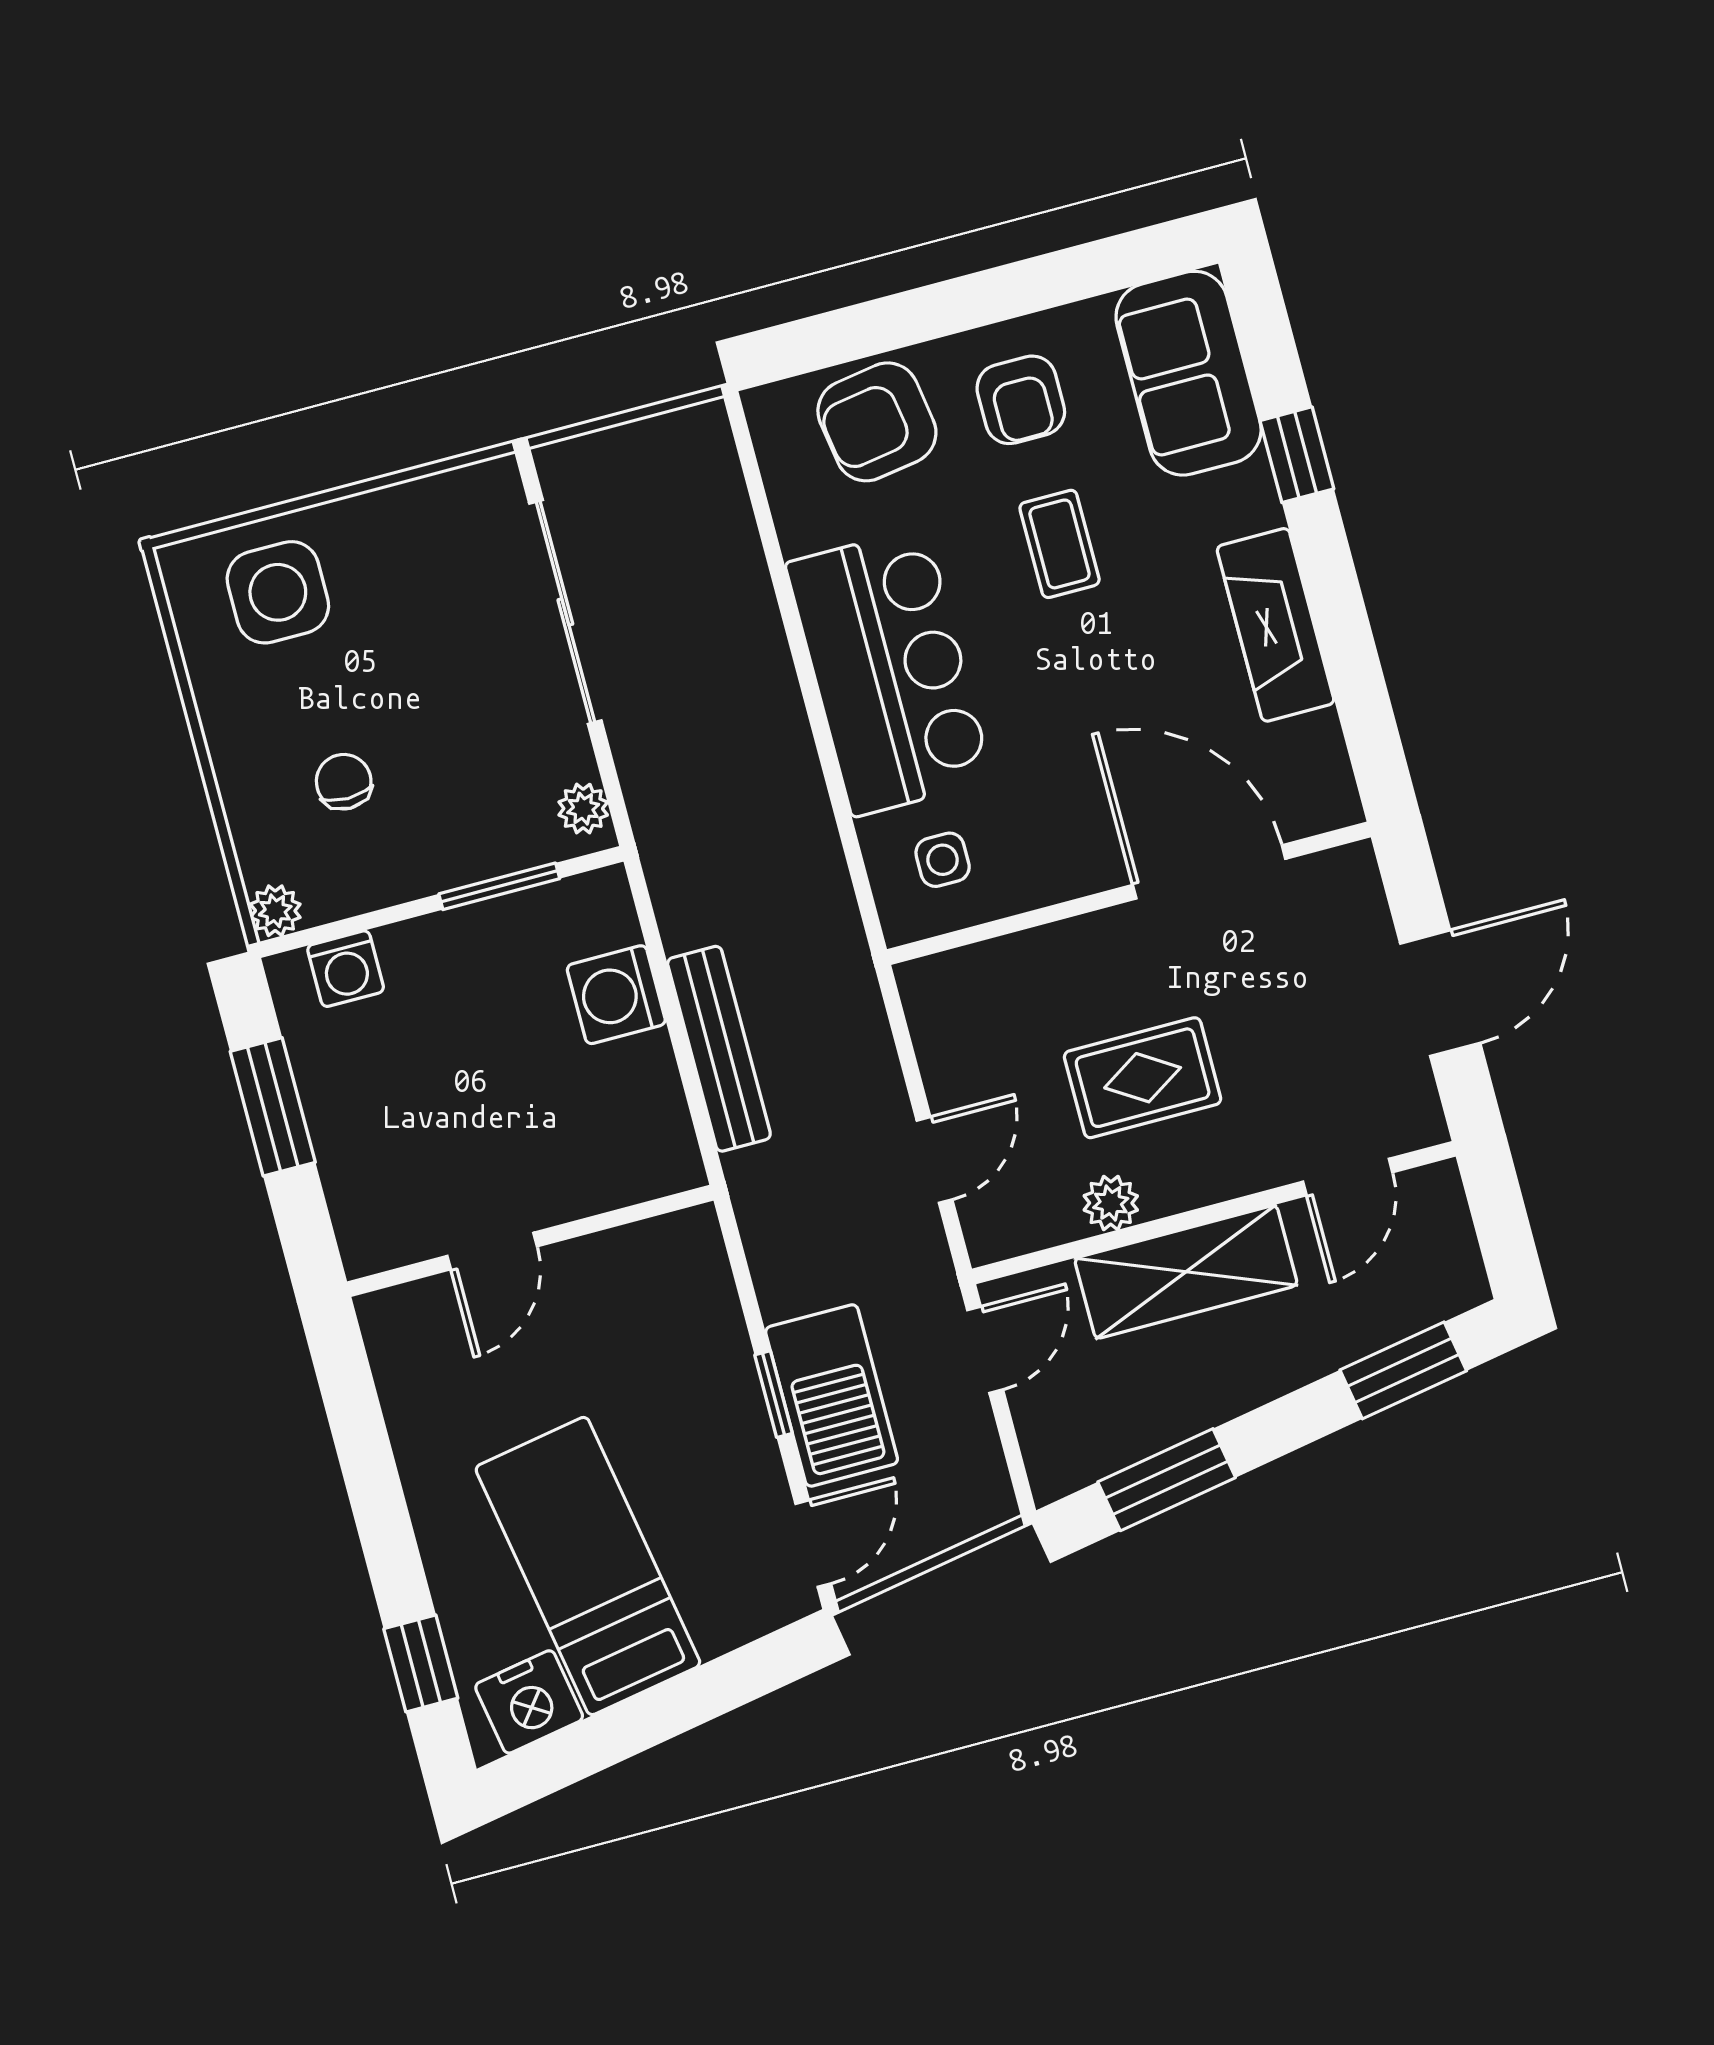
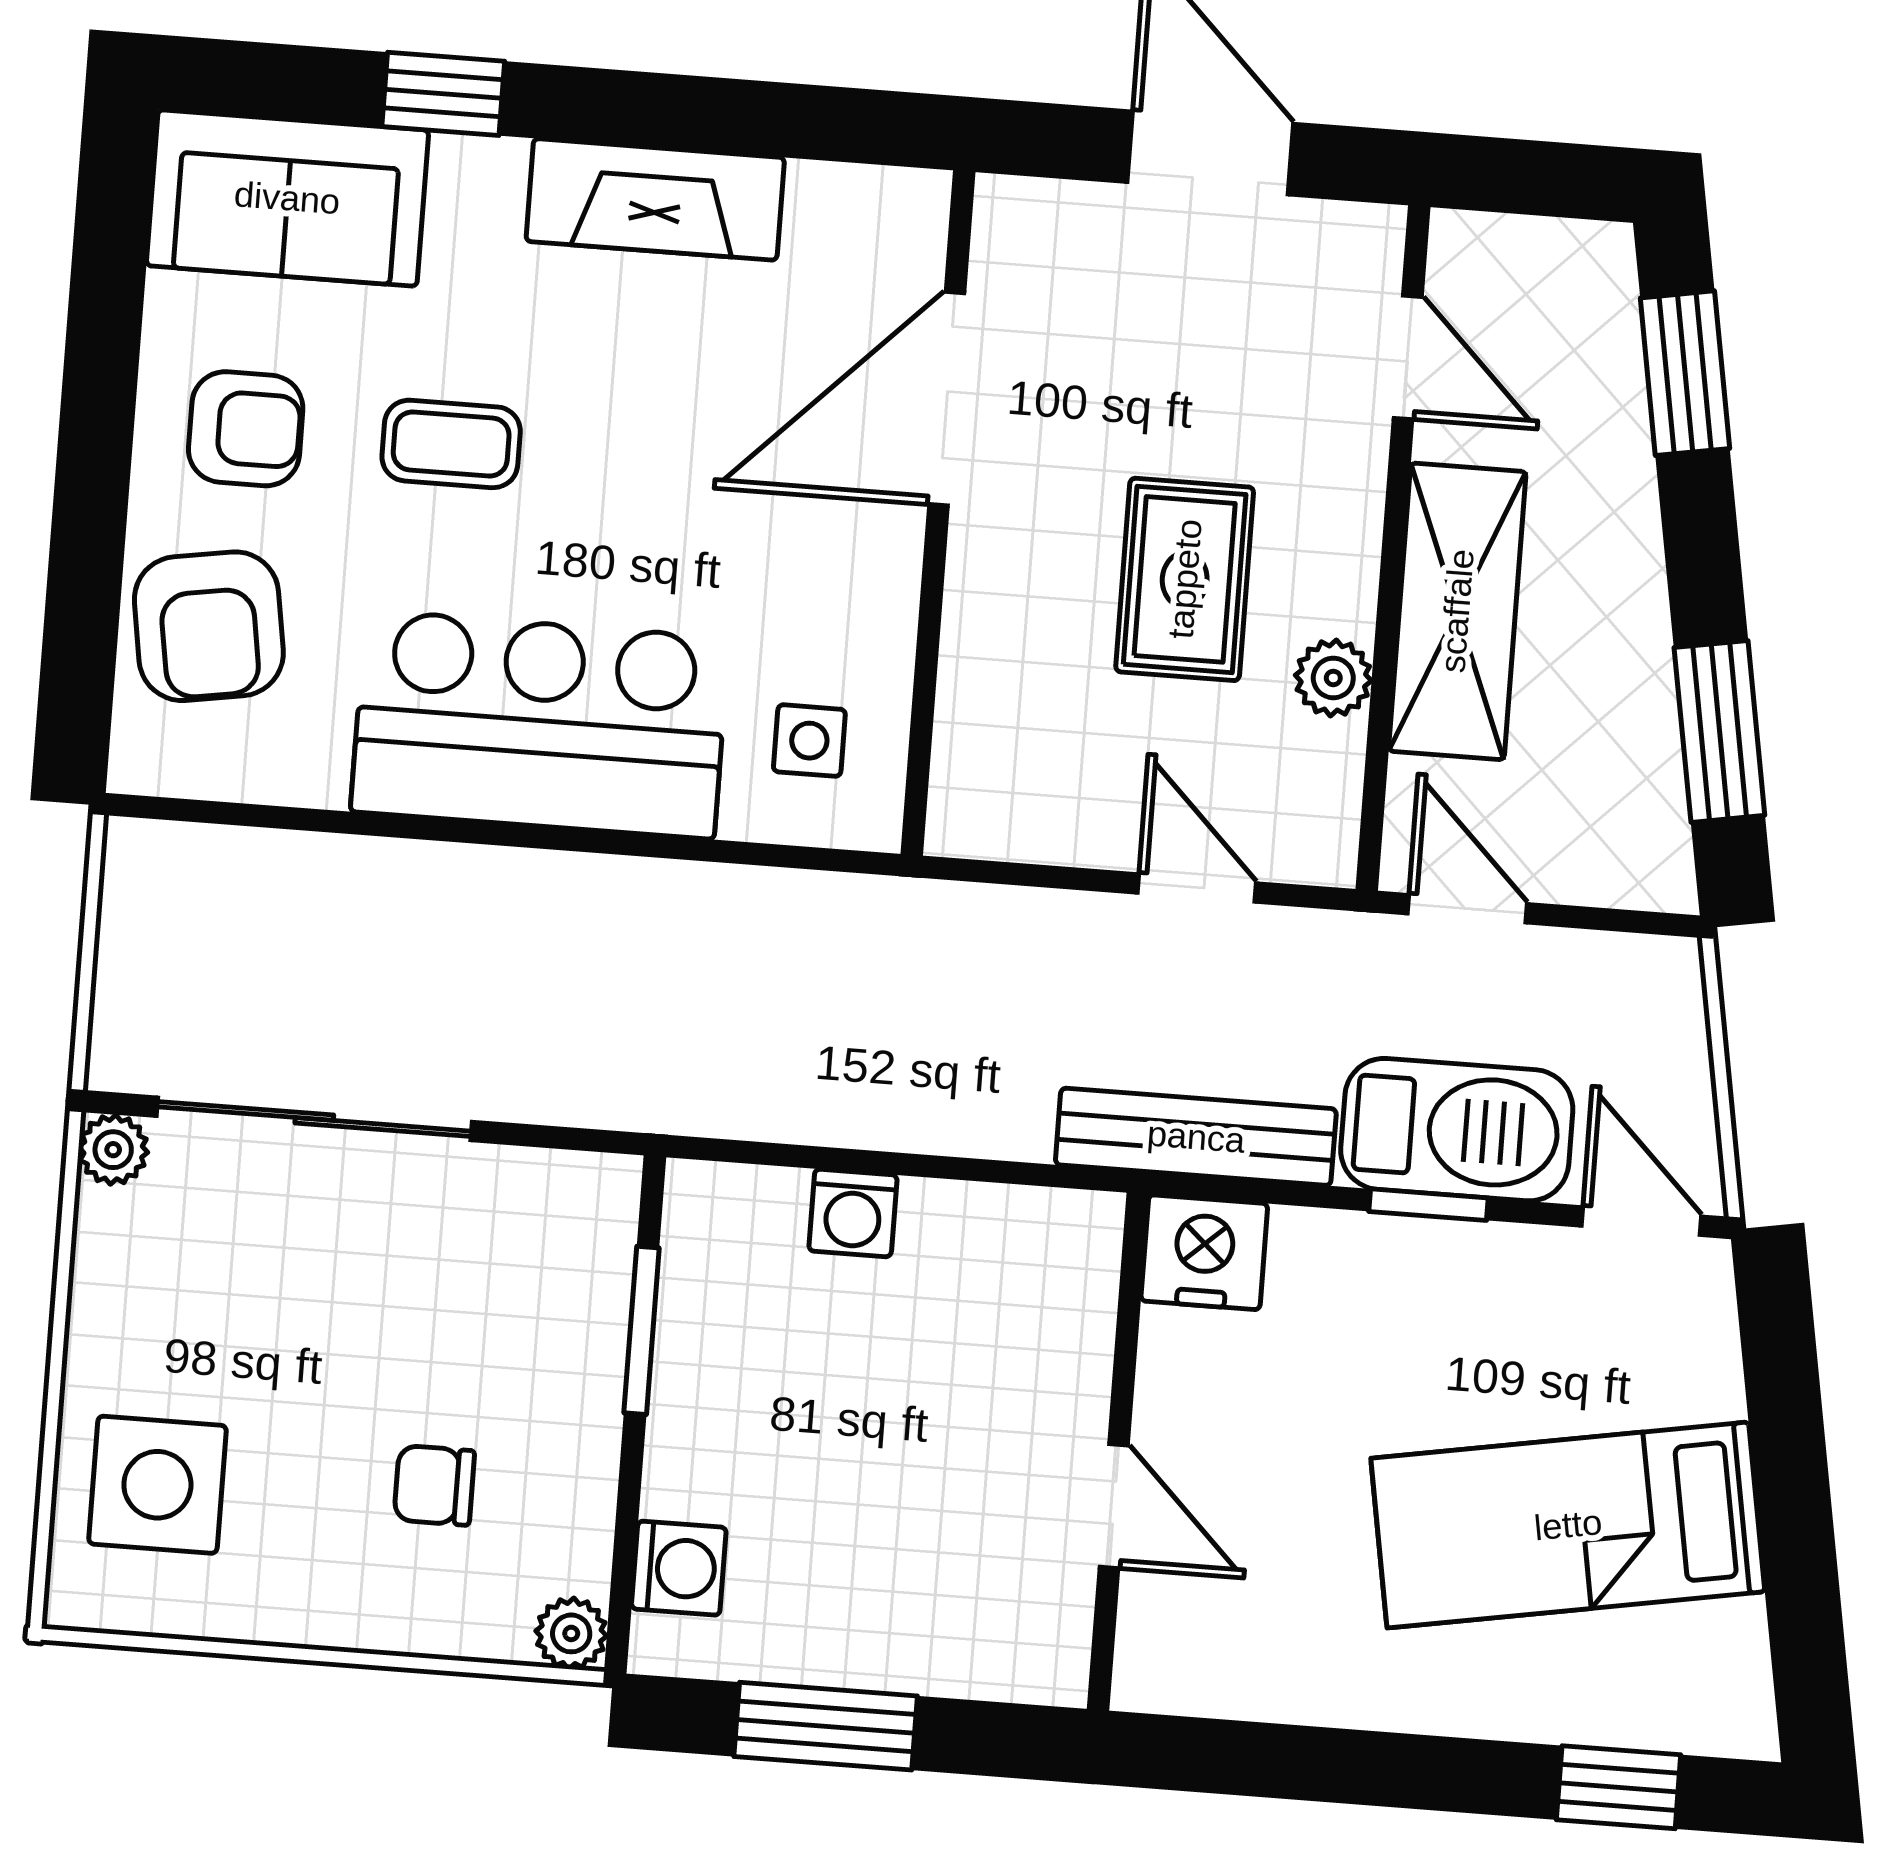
plant: (583, 809) -> (113, 1150), moved
washing machine: (616, 995) -> (853, 1213), width x0.73, depth x0.73
bench: (719, 1049) -> (1196, 1137), moved
nightstand: (529, 1702) -> (1204, 1252), moved, turned -80

